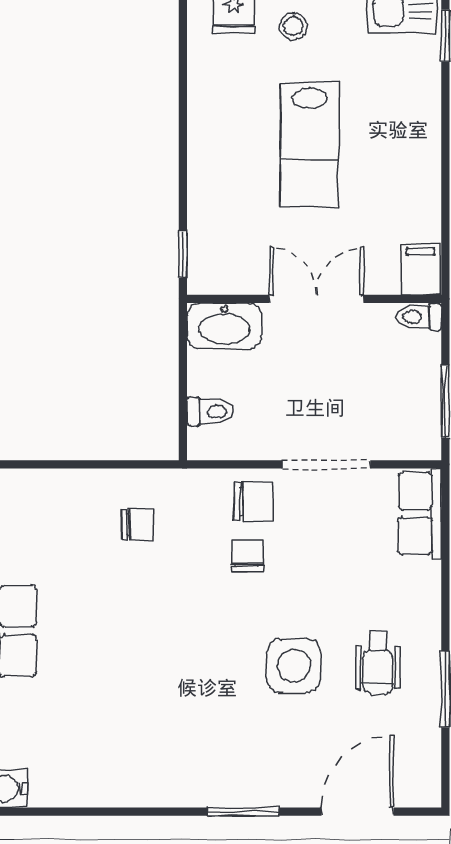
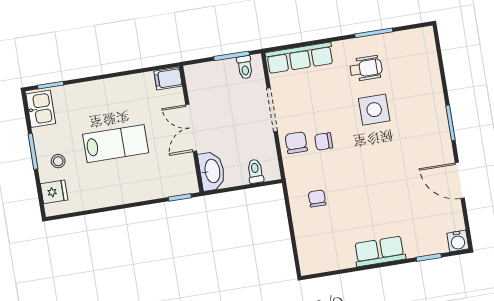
toilet: (419, 317) -> (245, 67), moved
row of seats: (420, 513) -> (300, 58), width x1.48
door: (357, 812) -> (460, 180), moved

